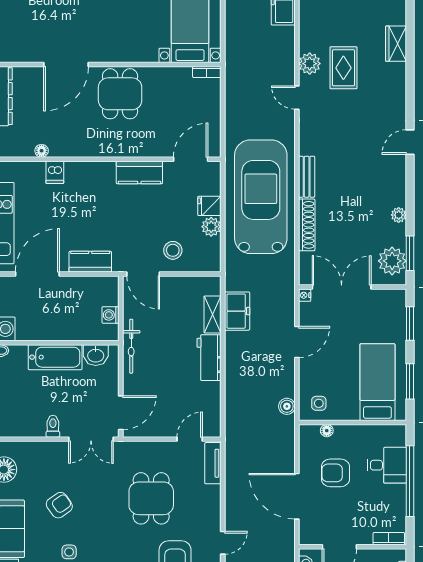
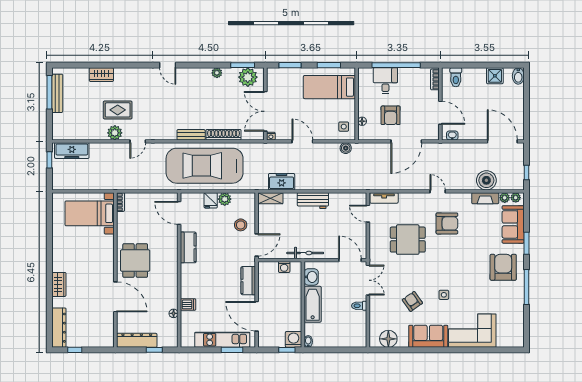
dining table: (120, 94) -> (135, 260), turned 90
shelving: (212, 314) -> (270, 198), moved

